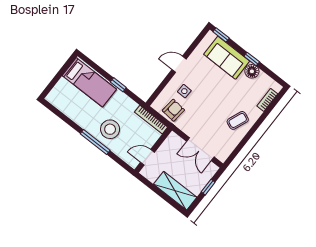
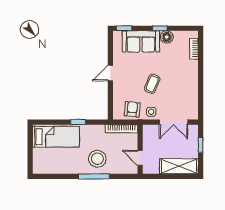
side table: (184, 91) -> (151, 112), moved
coffee table: (238, 120) -> (152, 84), moved
door: (147, 157) -> (140, 158), hinge flipped

